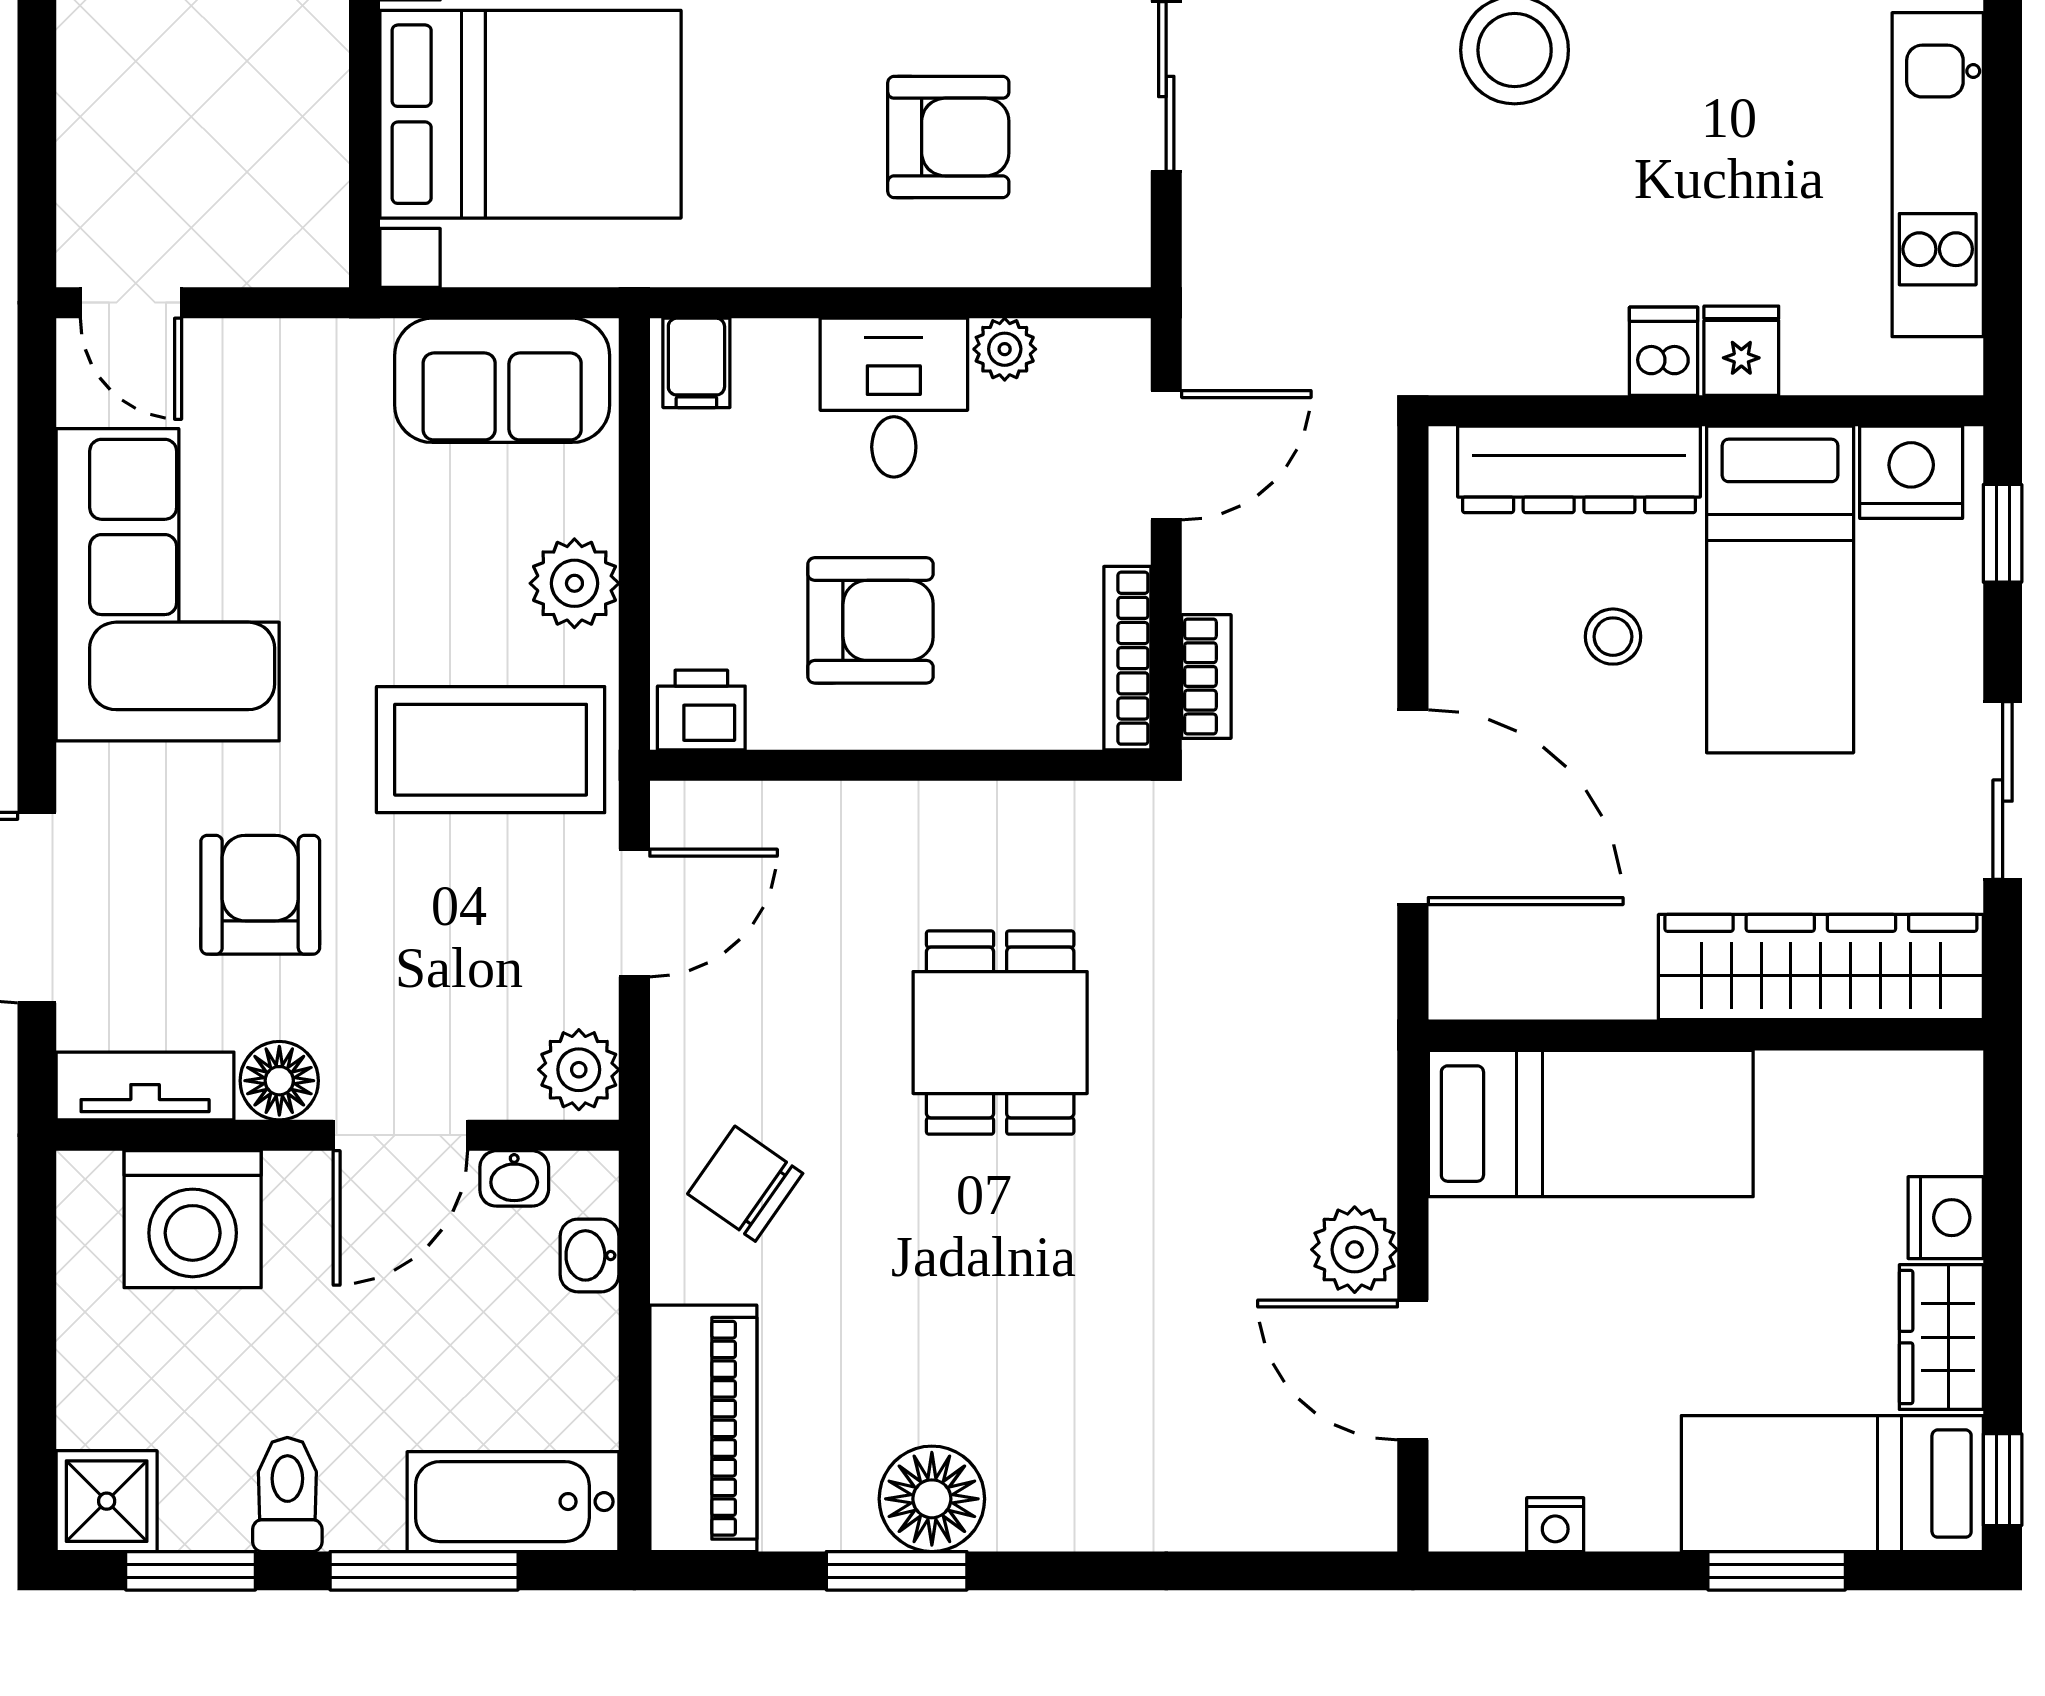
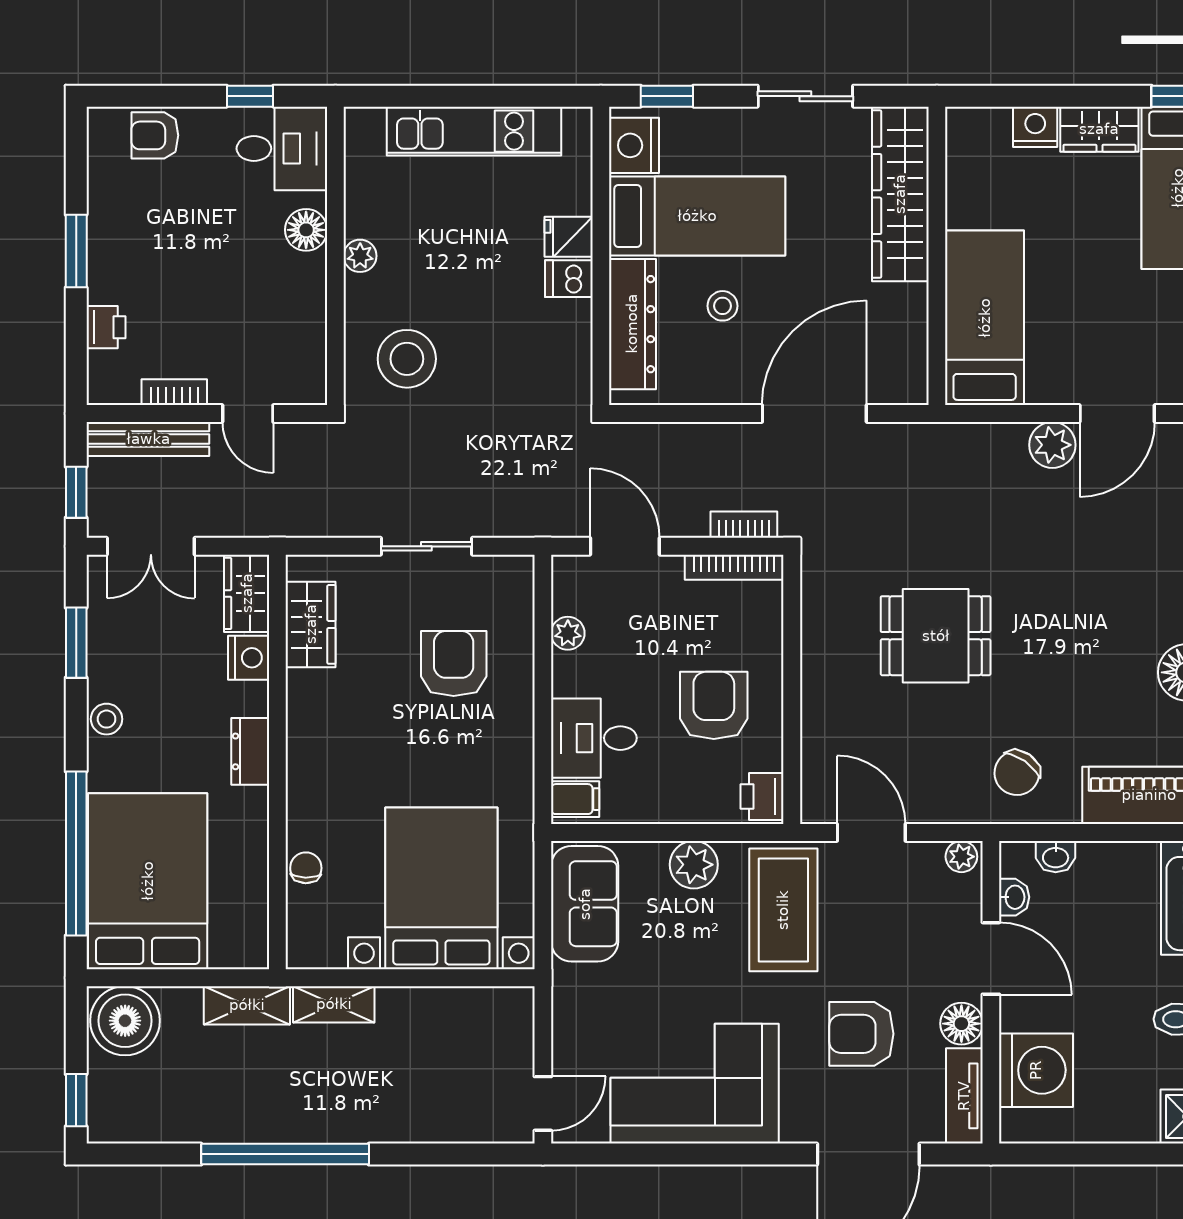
desk: (894, 398) -> (594, 738), moved
plant: (579, 1070) -> (961, 857), width x0.73, depth x0.73

